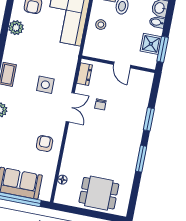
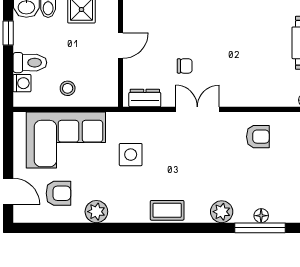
side table: (45, 85) -> (131, 155), moved
armchair: (45, 144) -> (258, 137), turned 180

